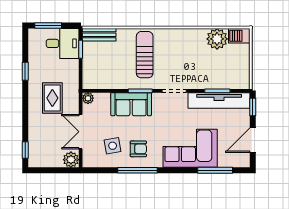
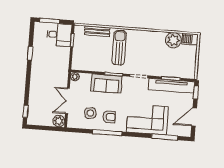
bench: (99, 35) -> (97, 31), moved
rug: (52, 98) -> (49, 74), removed

